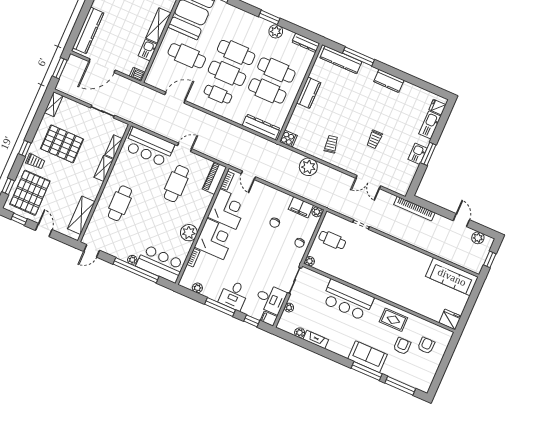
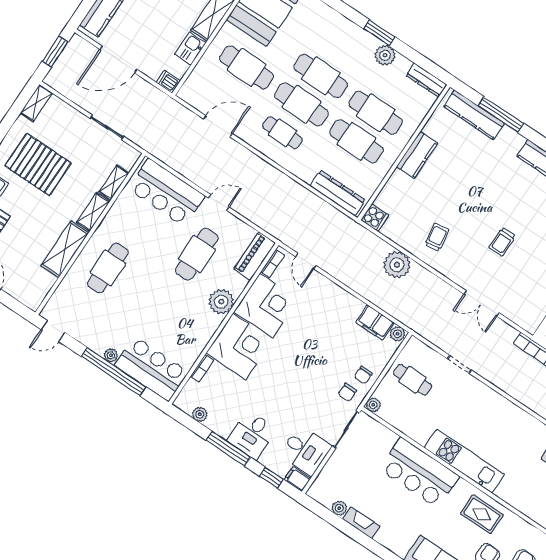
shelving: (81, 215) -> (65, 249), moved
chair: (275, 223) -> (347, 392), moved
plant: (189, 233) -> (221, 302), moved
kitchen unit: (376, 287) -> (464, 461), added
plant: (289, 308) -> (330, 468), removed

